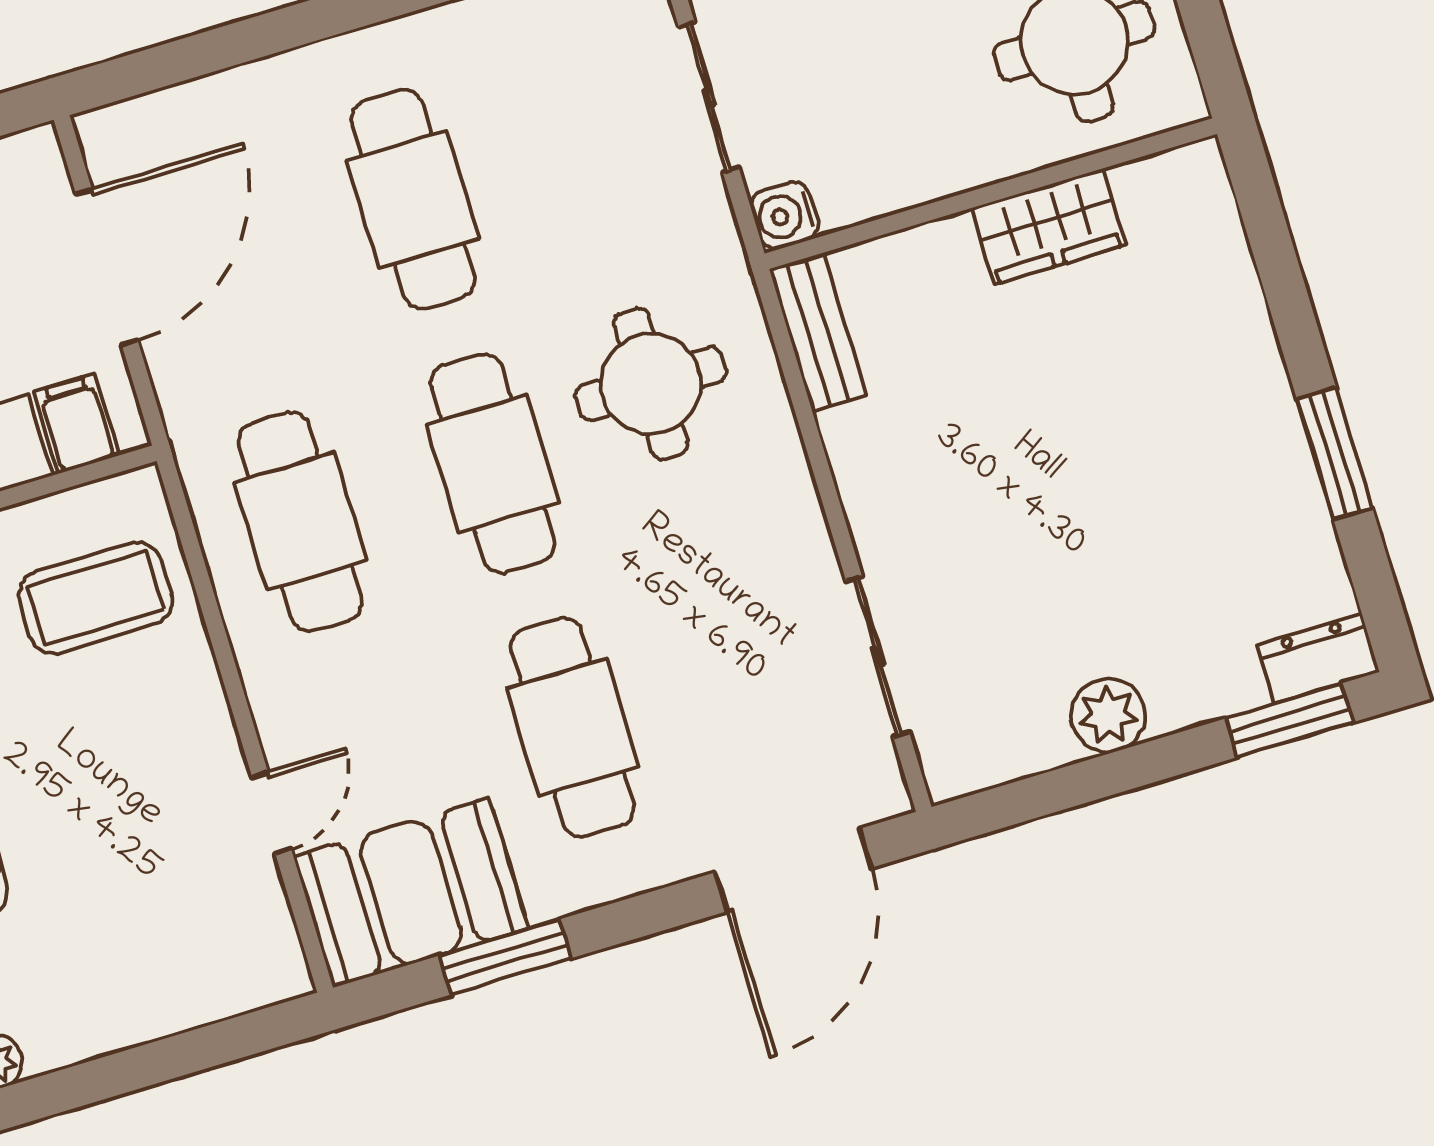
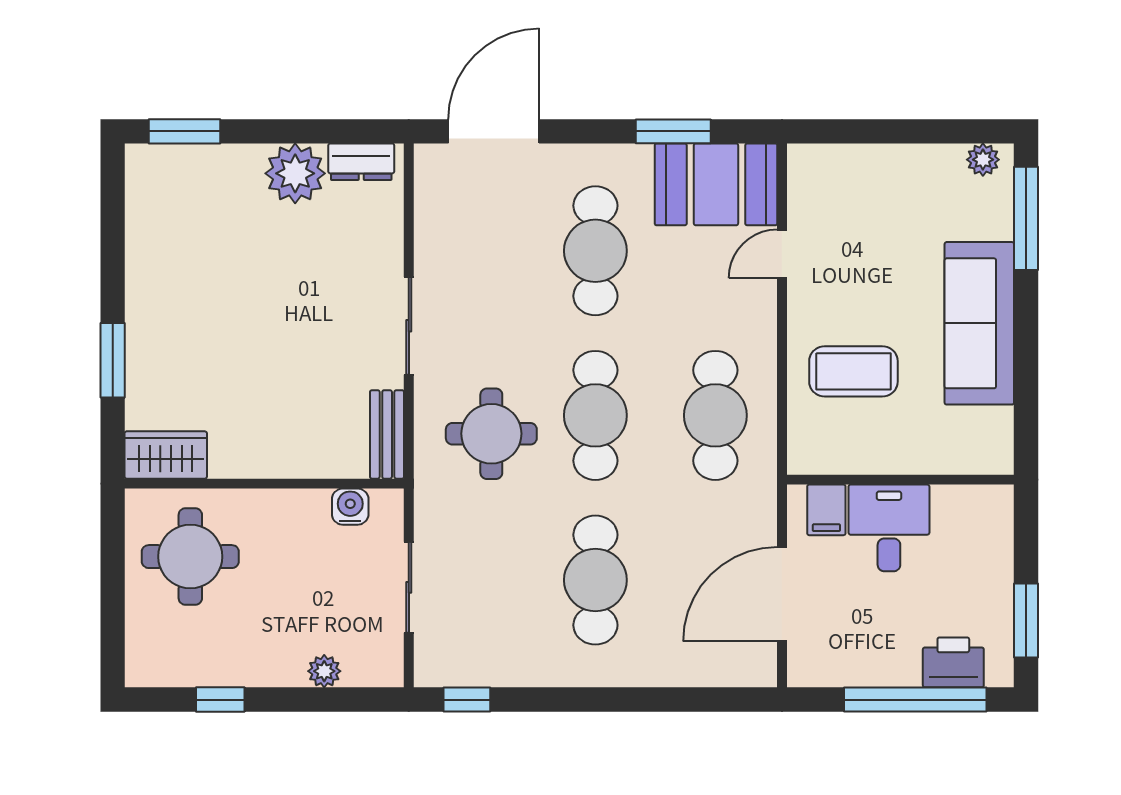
water cooler: (785, 216) -> (350, 507), moved, turned -90
wardrobe: (1049, 226) -> (166, 455), moved
window: (1335, 454) -> (113, 360), moved
coffee table: (95, 598) -> (853, 371), moved
sliding door: (878, 657) -> (409, 326), moved
dresser: (1318, 658) -> (361, 162), moved
plant: (1108, 715) -> (295, 173), width x1.36, depth x1.36

